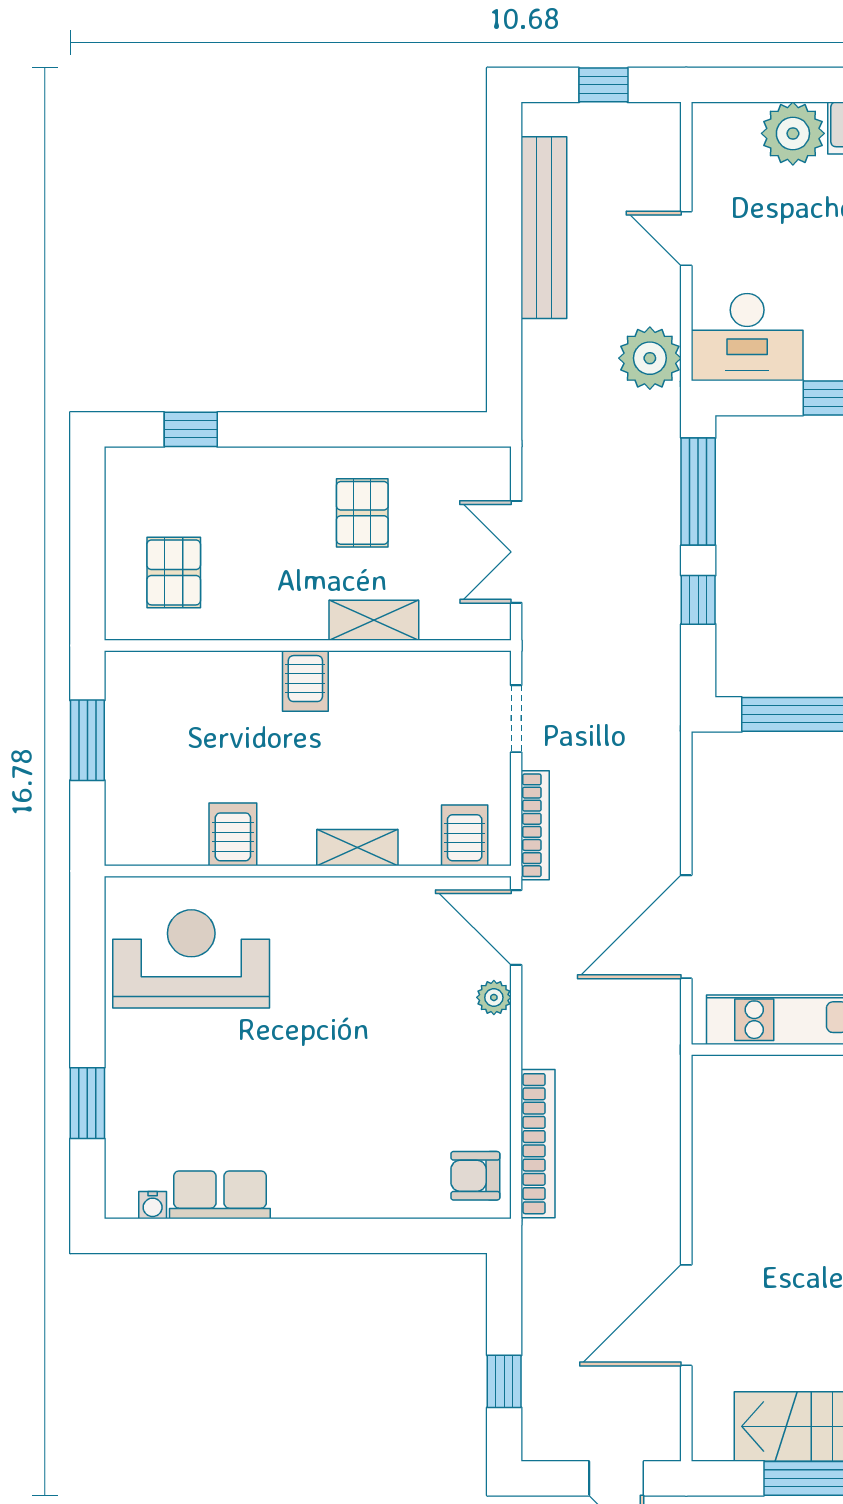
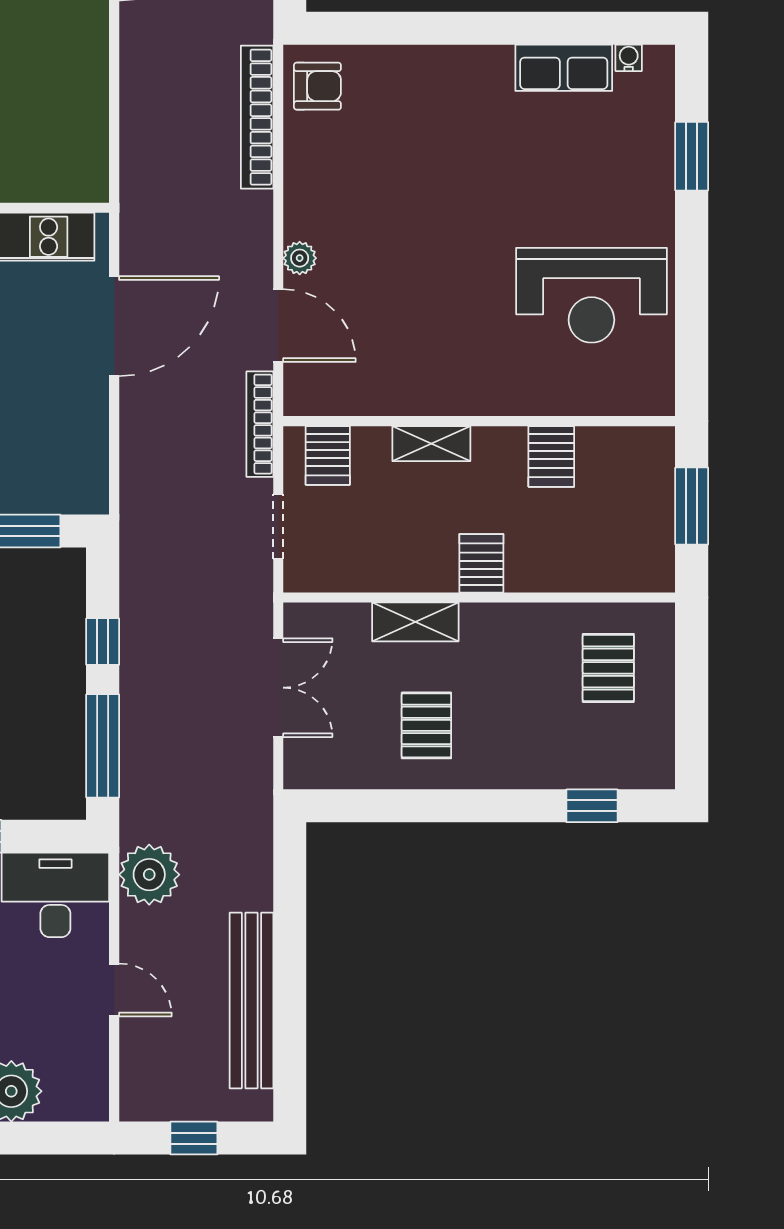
server rack: (233, 834) -> (551, 456), moved
server rack: (465, 835) -> (328, 455), moved
shelving: (357, 848) -> (431, 444), moved
wall: (308, 871) -> (479, 421), moved

